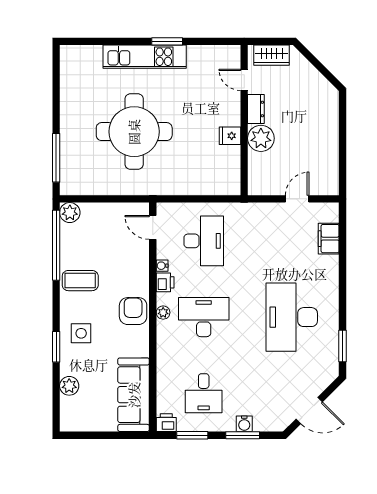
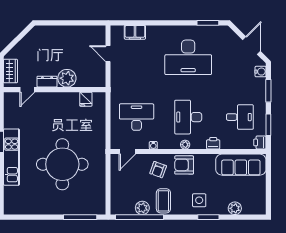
fridge: (230, 136) -> (86, 99), moved
plant: (70, 213) -> (142, 208), moved
armchair: (126, 273) -> (158, 170), added
printer: (165, 282) -> (213, 143), moved
water cooler: (244, 424) -> (261, 72), moved

